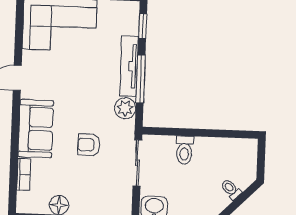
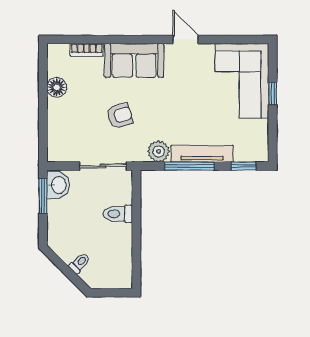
armchair: (89, 145) -> (120, 116), turned 73

